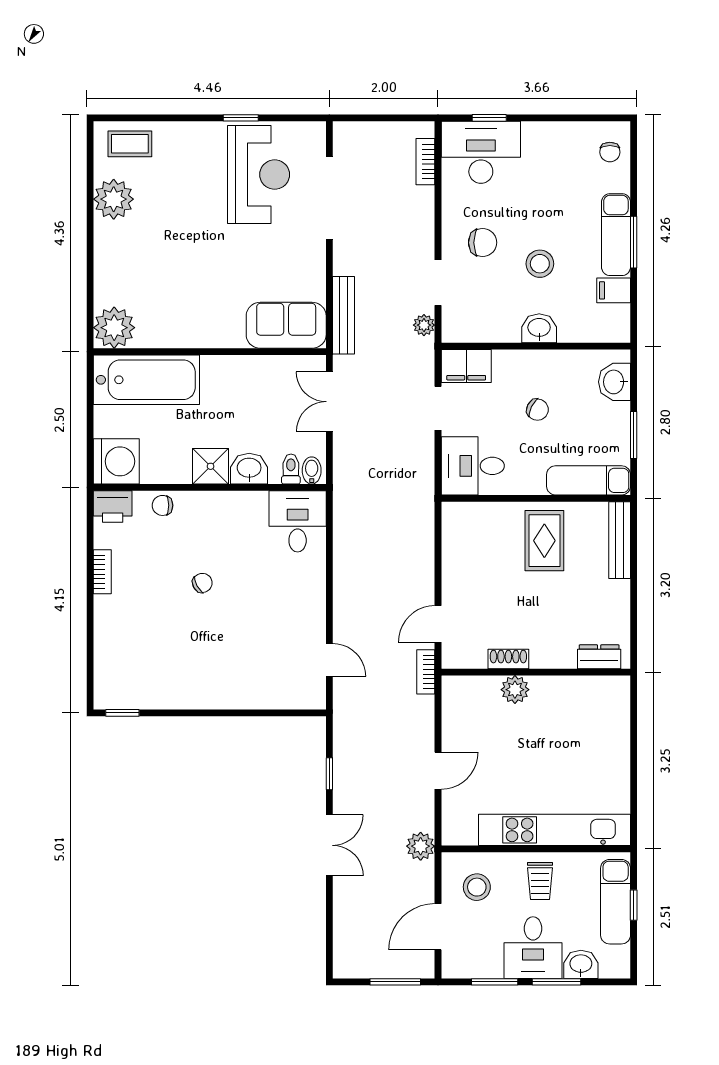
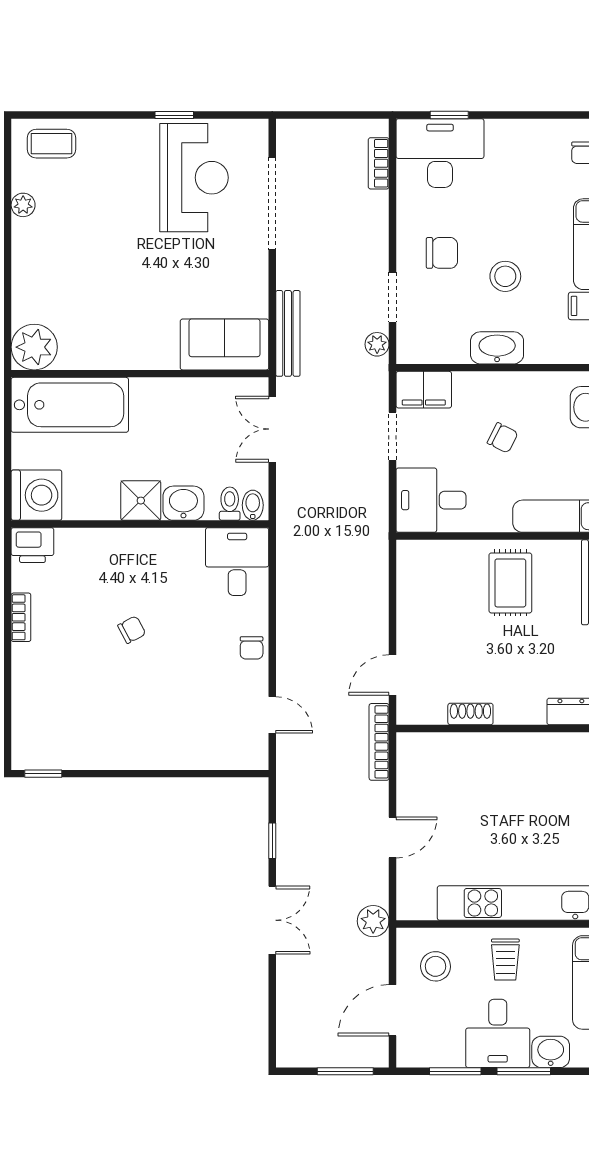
plant: (114, 199) -> (23, 205), width x0.53, depth x0.53
washbasin: (539, 328) -> (497, 348), width x1.38
chair: (162, 505) -> (252, 648), moved, turned -90
bookcase: (426, 672) -> (379, 742), width x1.56
plant: (515, 690) -> (478, 748), removed

